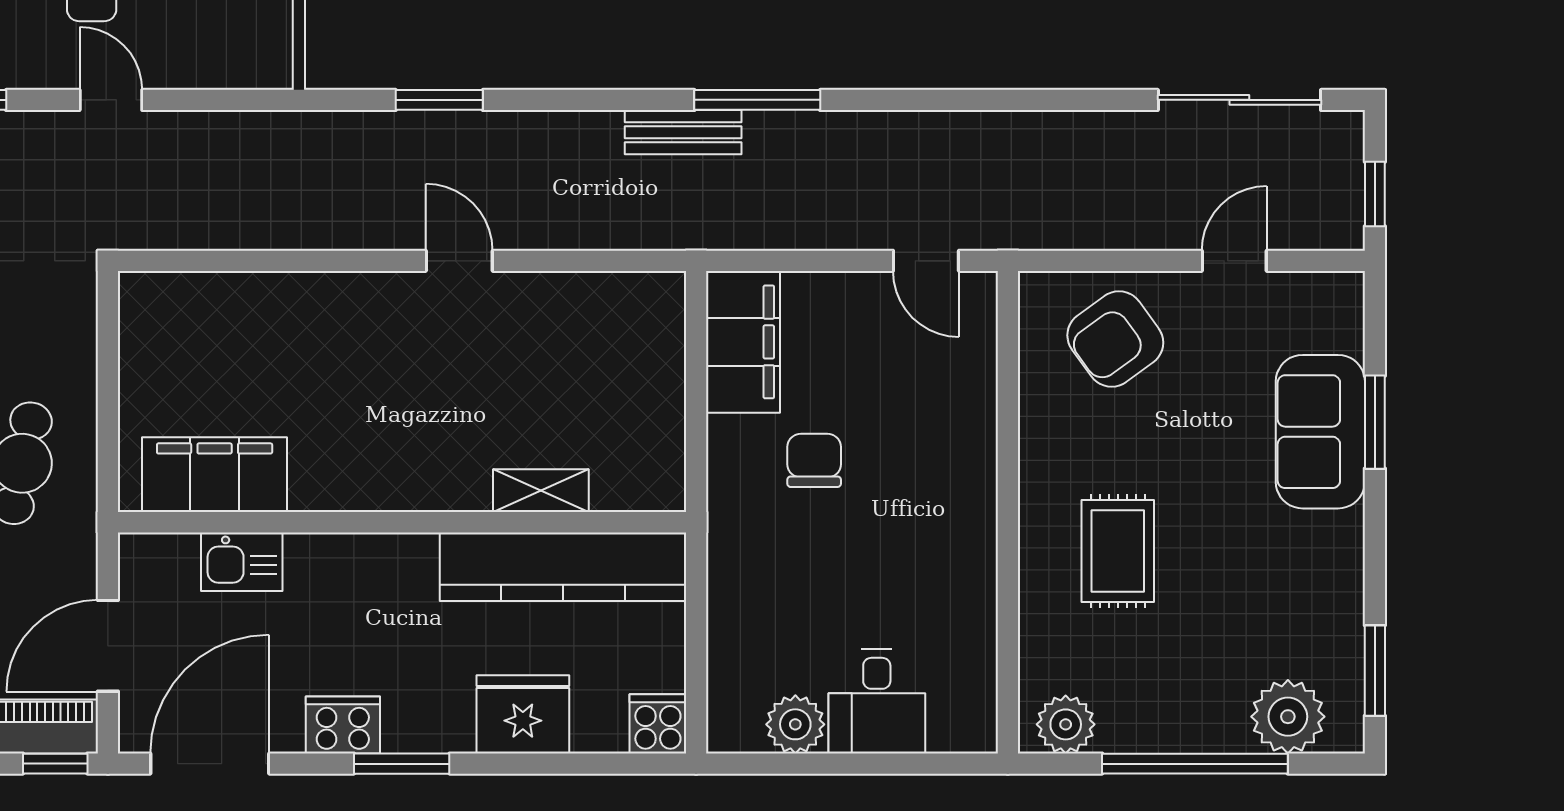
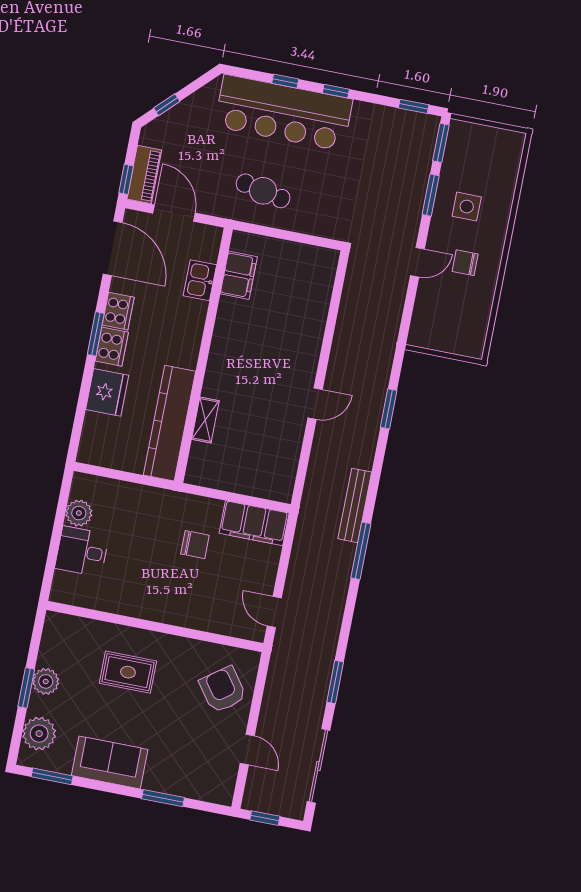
window: (1051, 100) -> (335, 682), added
bench: (683, 132) -> (355, 505), width x1.36
door: (926, 261) -> (274, 612), hinge flipped
sofa: (1320, 432) -> (110, 762), moved
filing cabinet: (215, 475) -> (239, 275), width x0.67, depth x0.86
cooker: (658, 724) -> (112, 347), moved, width x1.36
plant: (1066, 724) -> (46, 681), moved
window: (1195, 764) -> (26, 688), width x0.47

